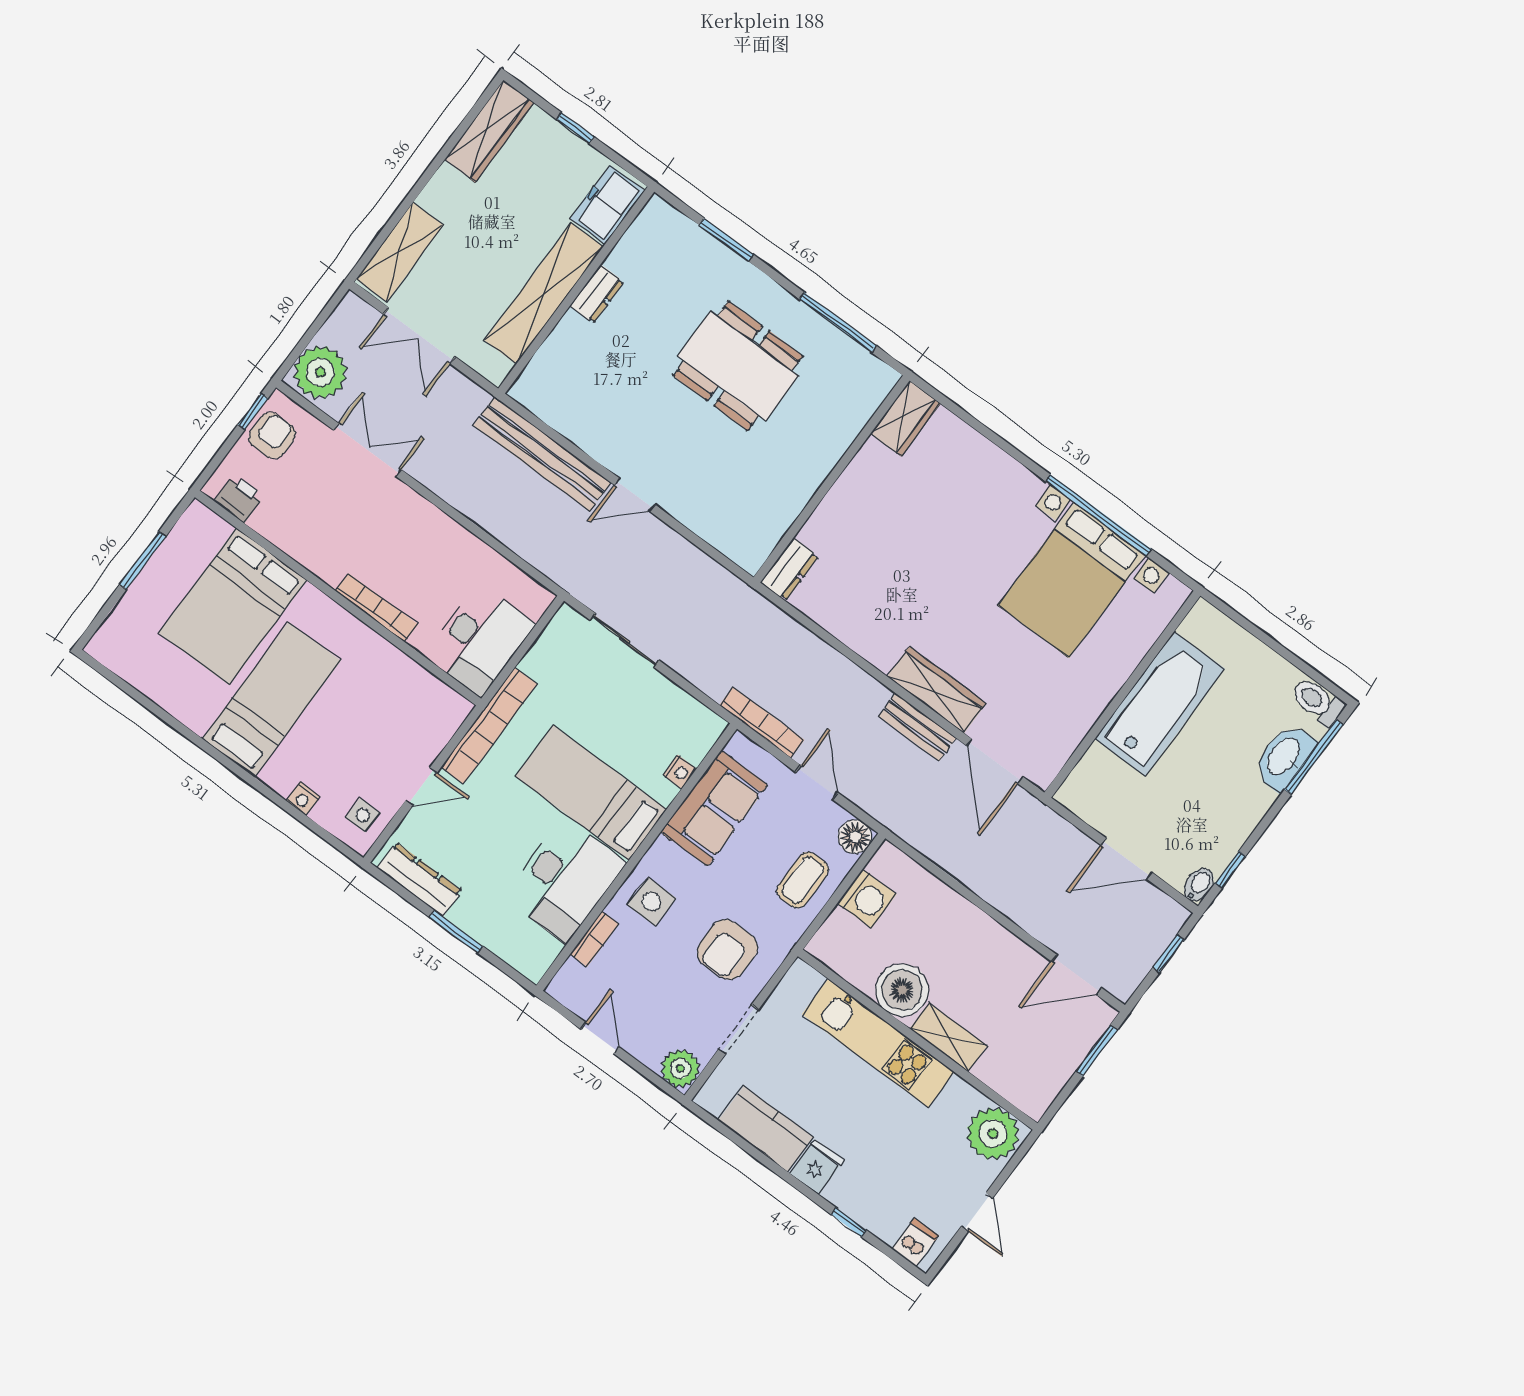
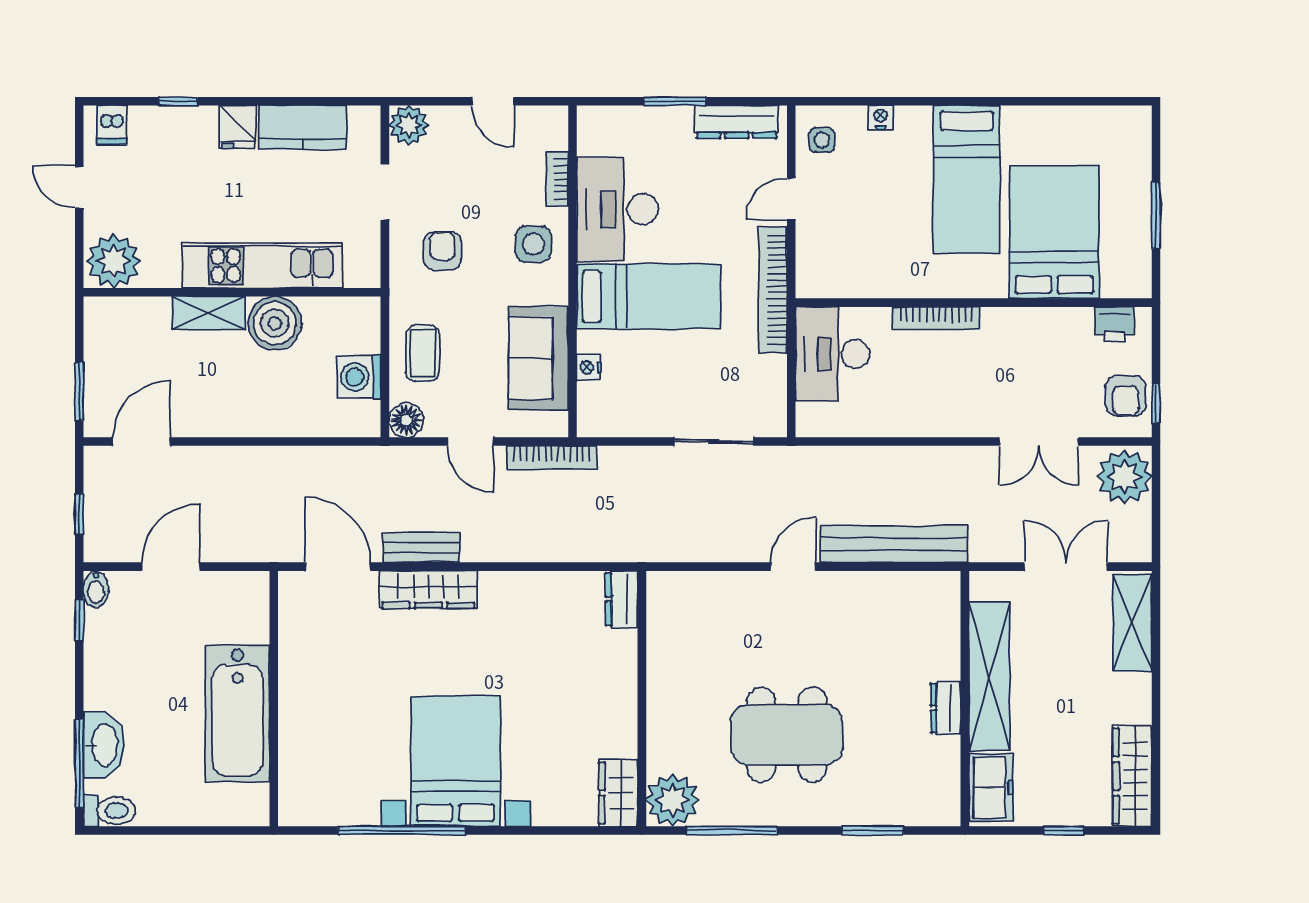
plant: (867, 381) -> (672, 800), added
bed with nightstands: (1072, 580) -> (455, 761), moved
armchair: (727, 950) -> (442, 251), width x0.72, depth x0.72

